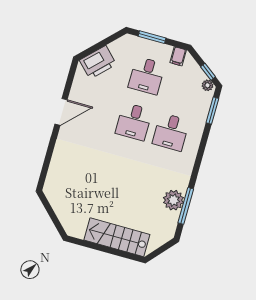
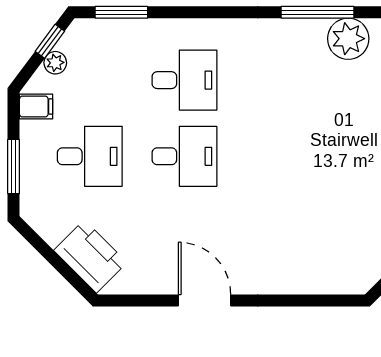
plant: (208, 85) -> (55, 63), moved
plant: (174, 200) -> (348, 39), moved

